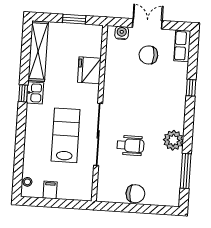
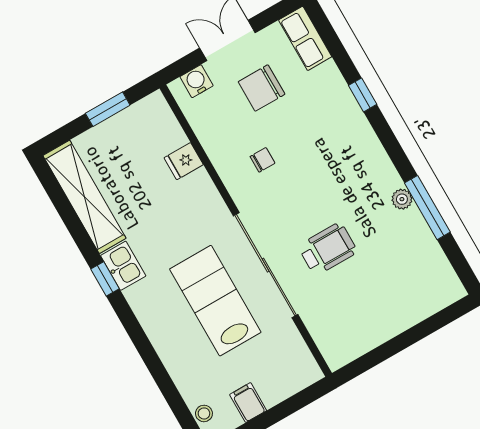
fridge: (89, 70) -> (184, 161), width x0.53, depth x0.75
plant: (173, 140) -> (402, 199), width x0.53, depth x0.53
window: (186, 171) -> (427, 208), moved
chair: (135, 194) -> (262, 160), moved, width x0.54, depth x0.54

